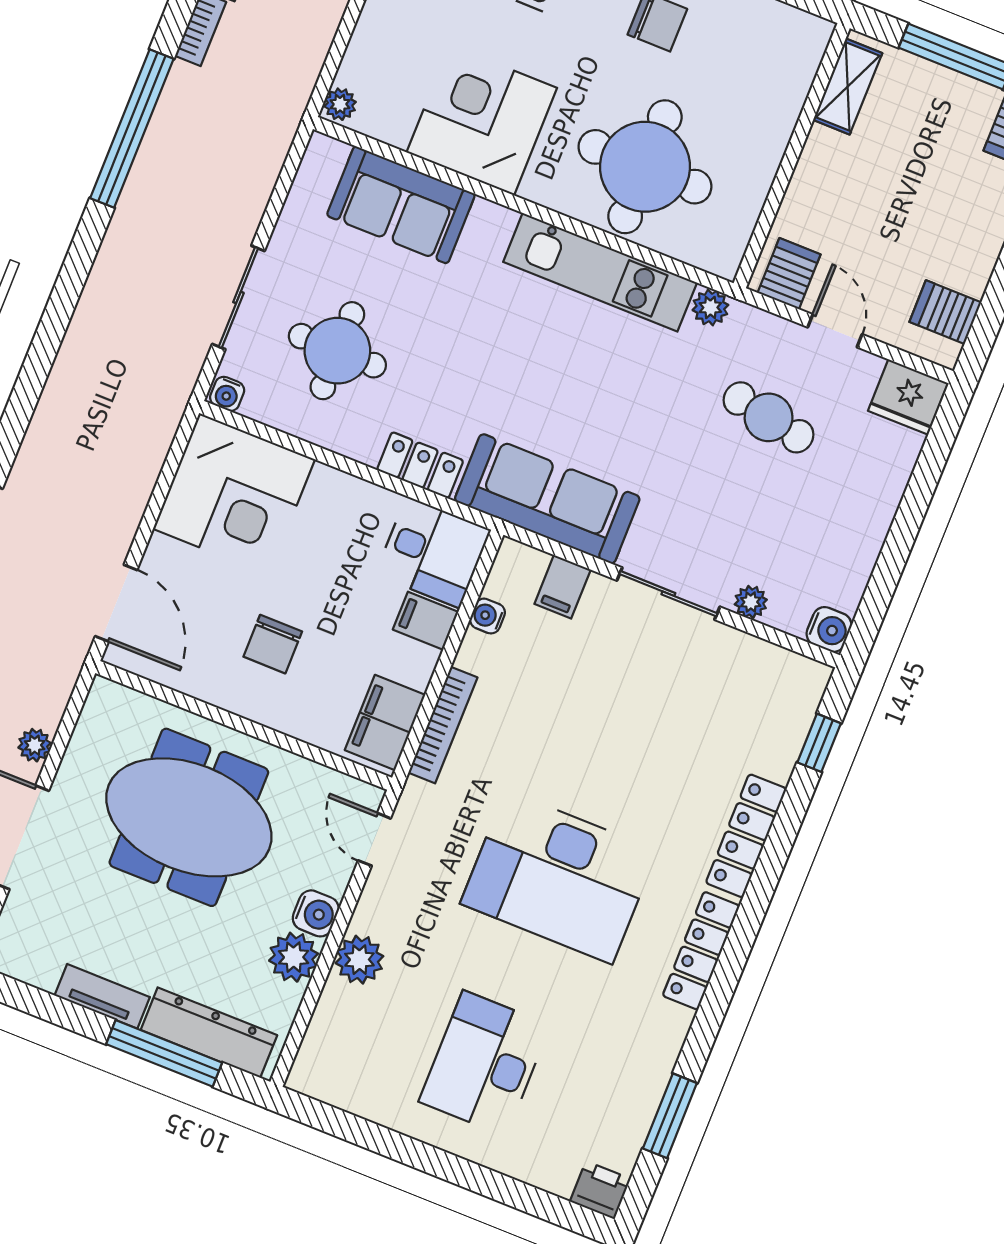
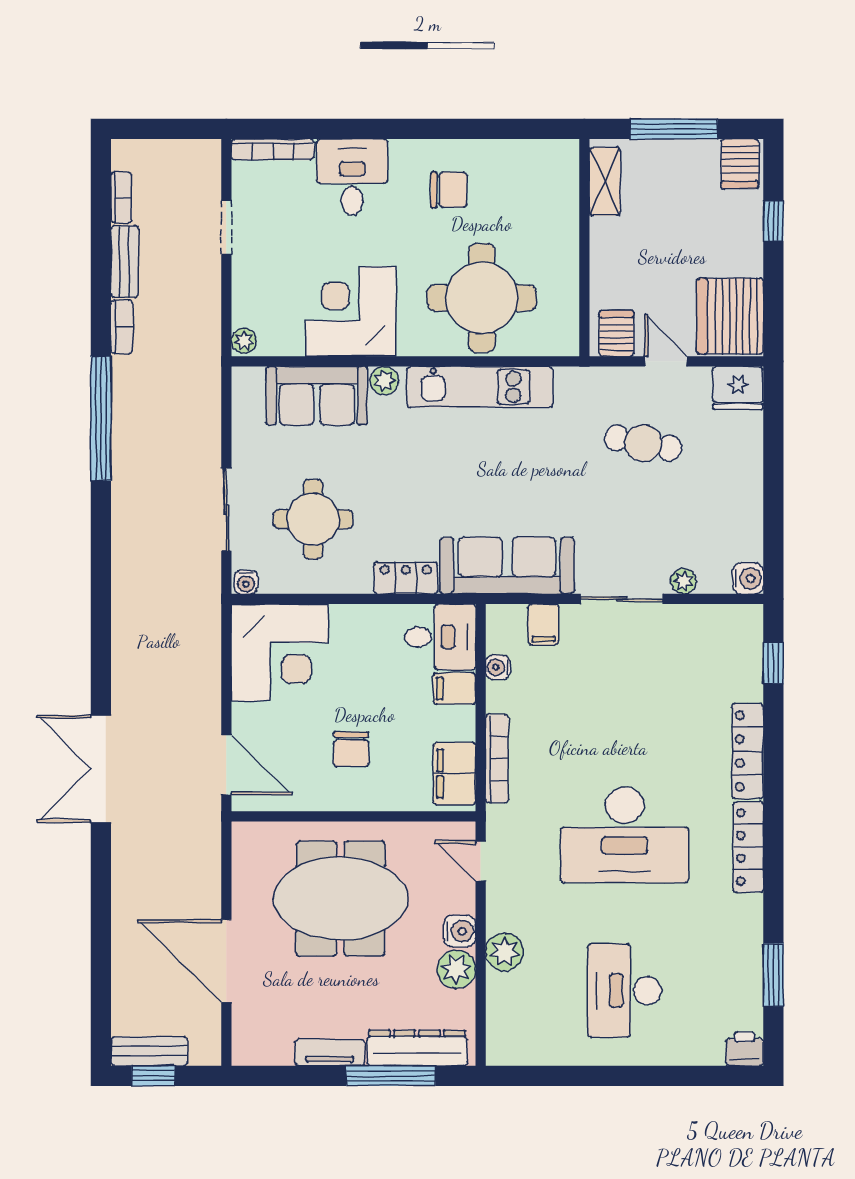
plant: (710, 307) -> (384, 381), moved
server rack: (945, 312) -> (730, 316), width x2.18, depth x1.44
plant: (35, 745) -> (209, 891), removed

